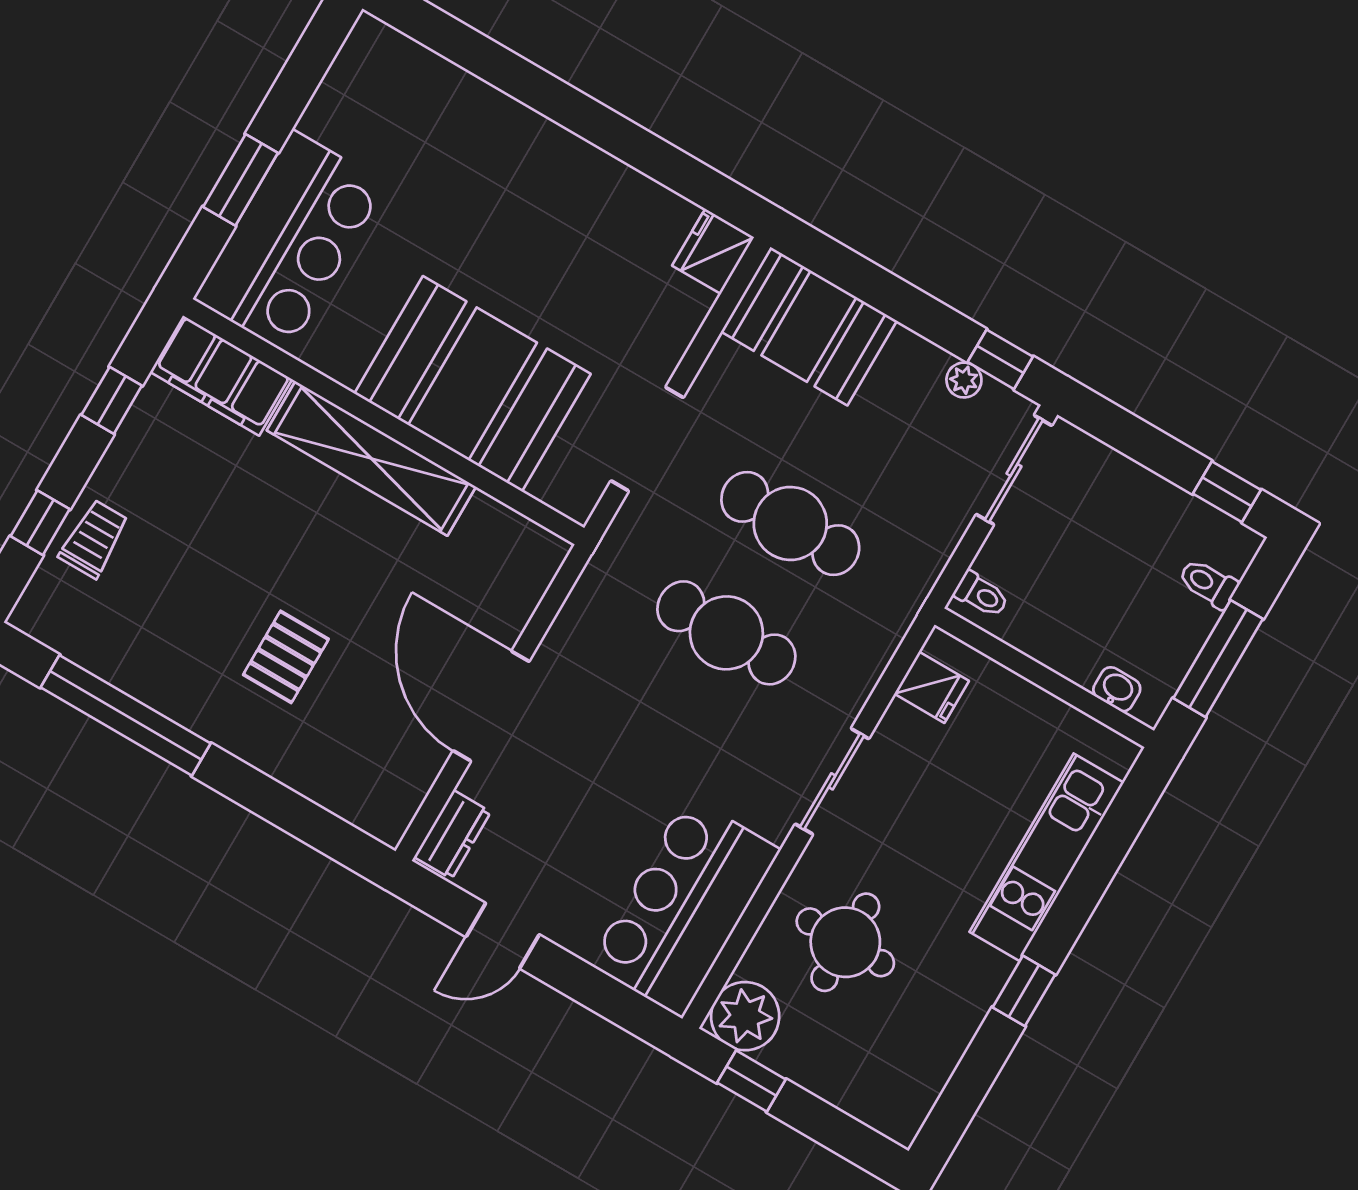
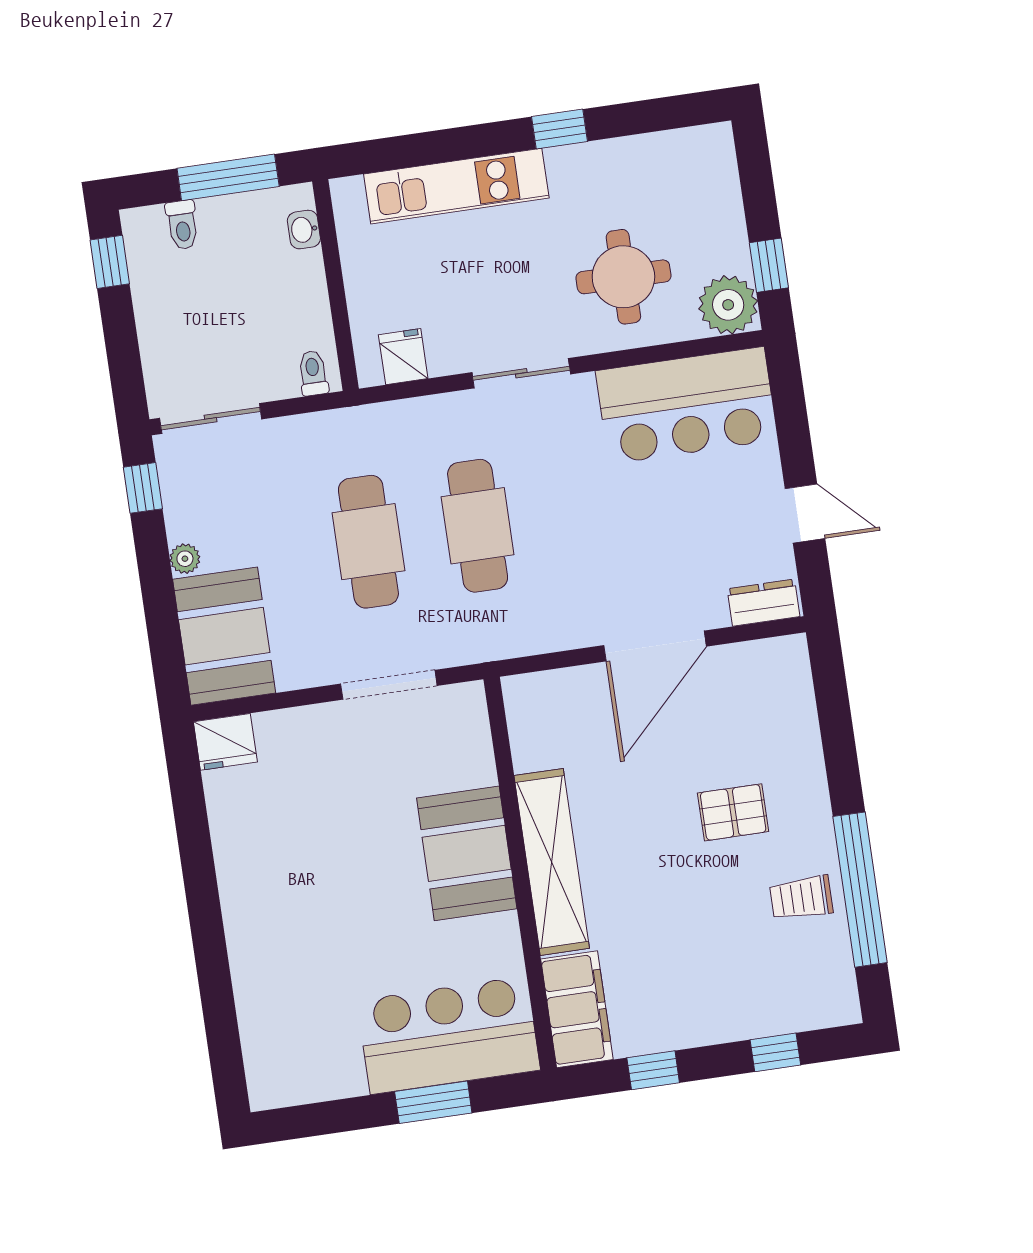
plant: (964, 380) -> (185, 559), moved
booth: (472, 384) -> (467, 853), width x0.73, depth x0.70
trolley: (94, 539) -> (801, 898), moved

